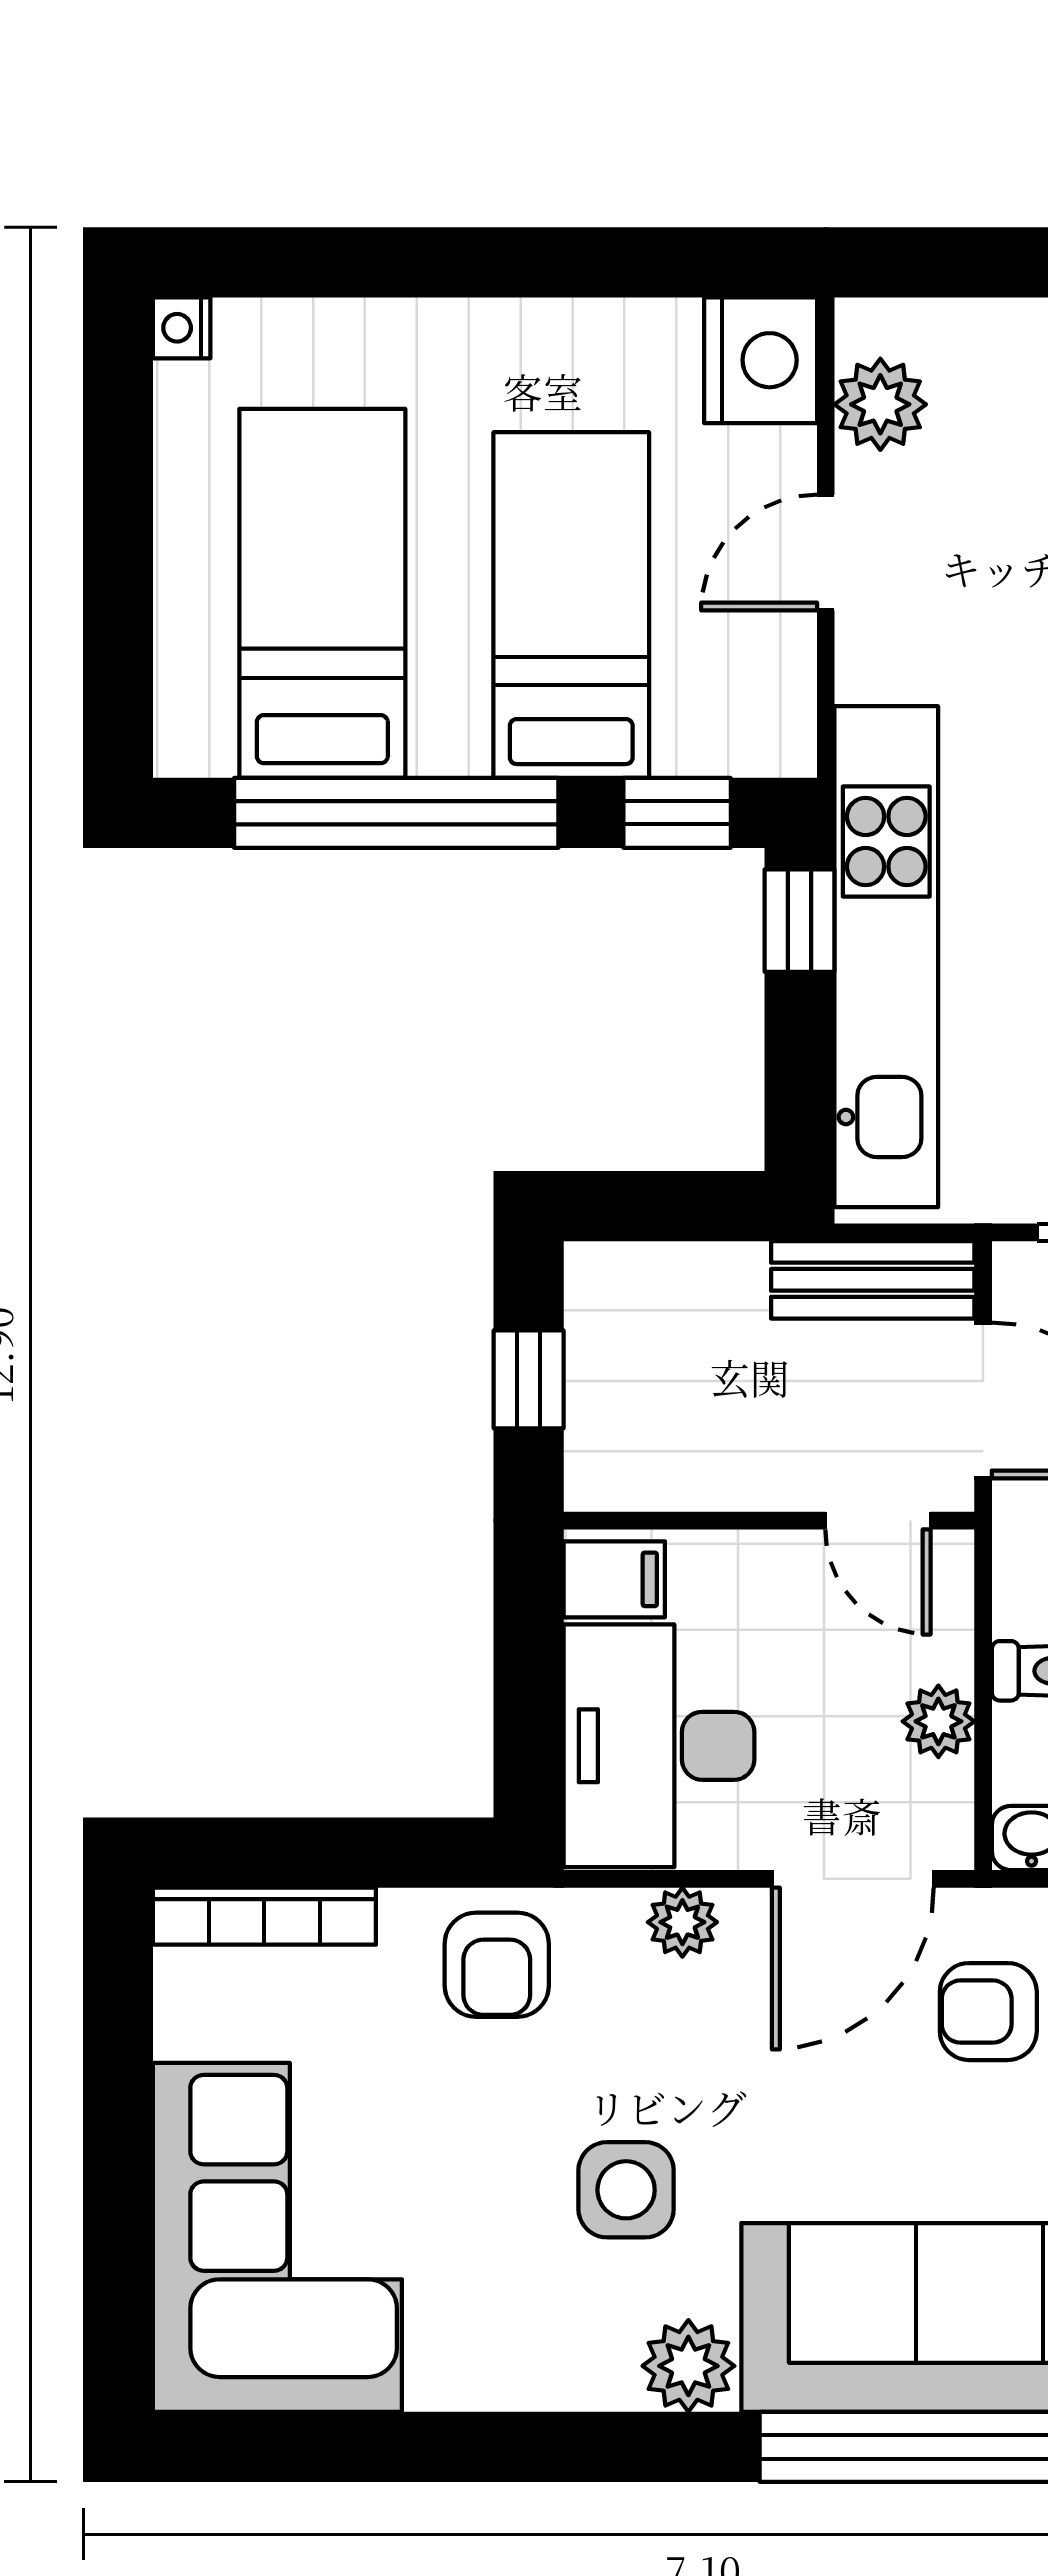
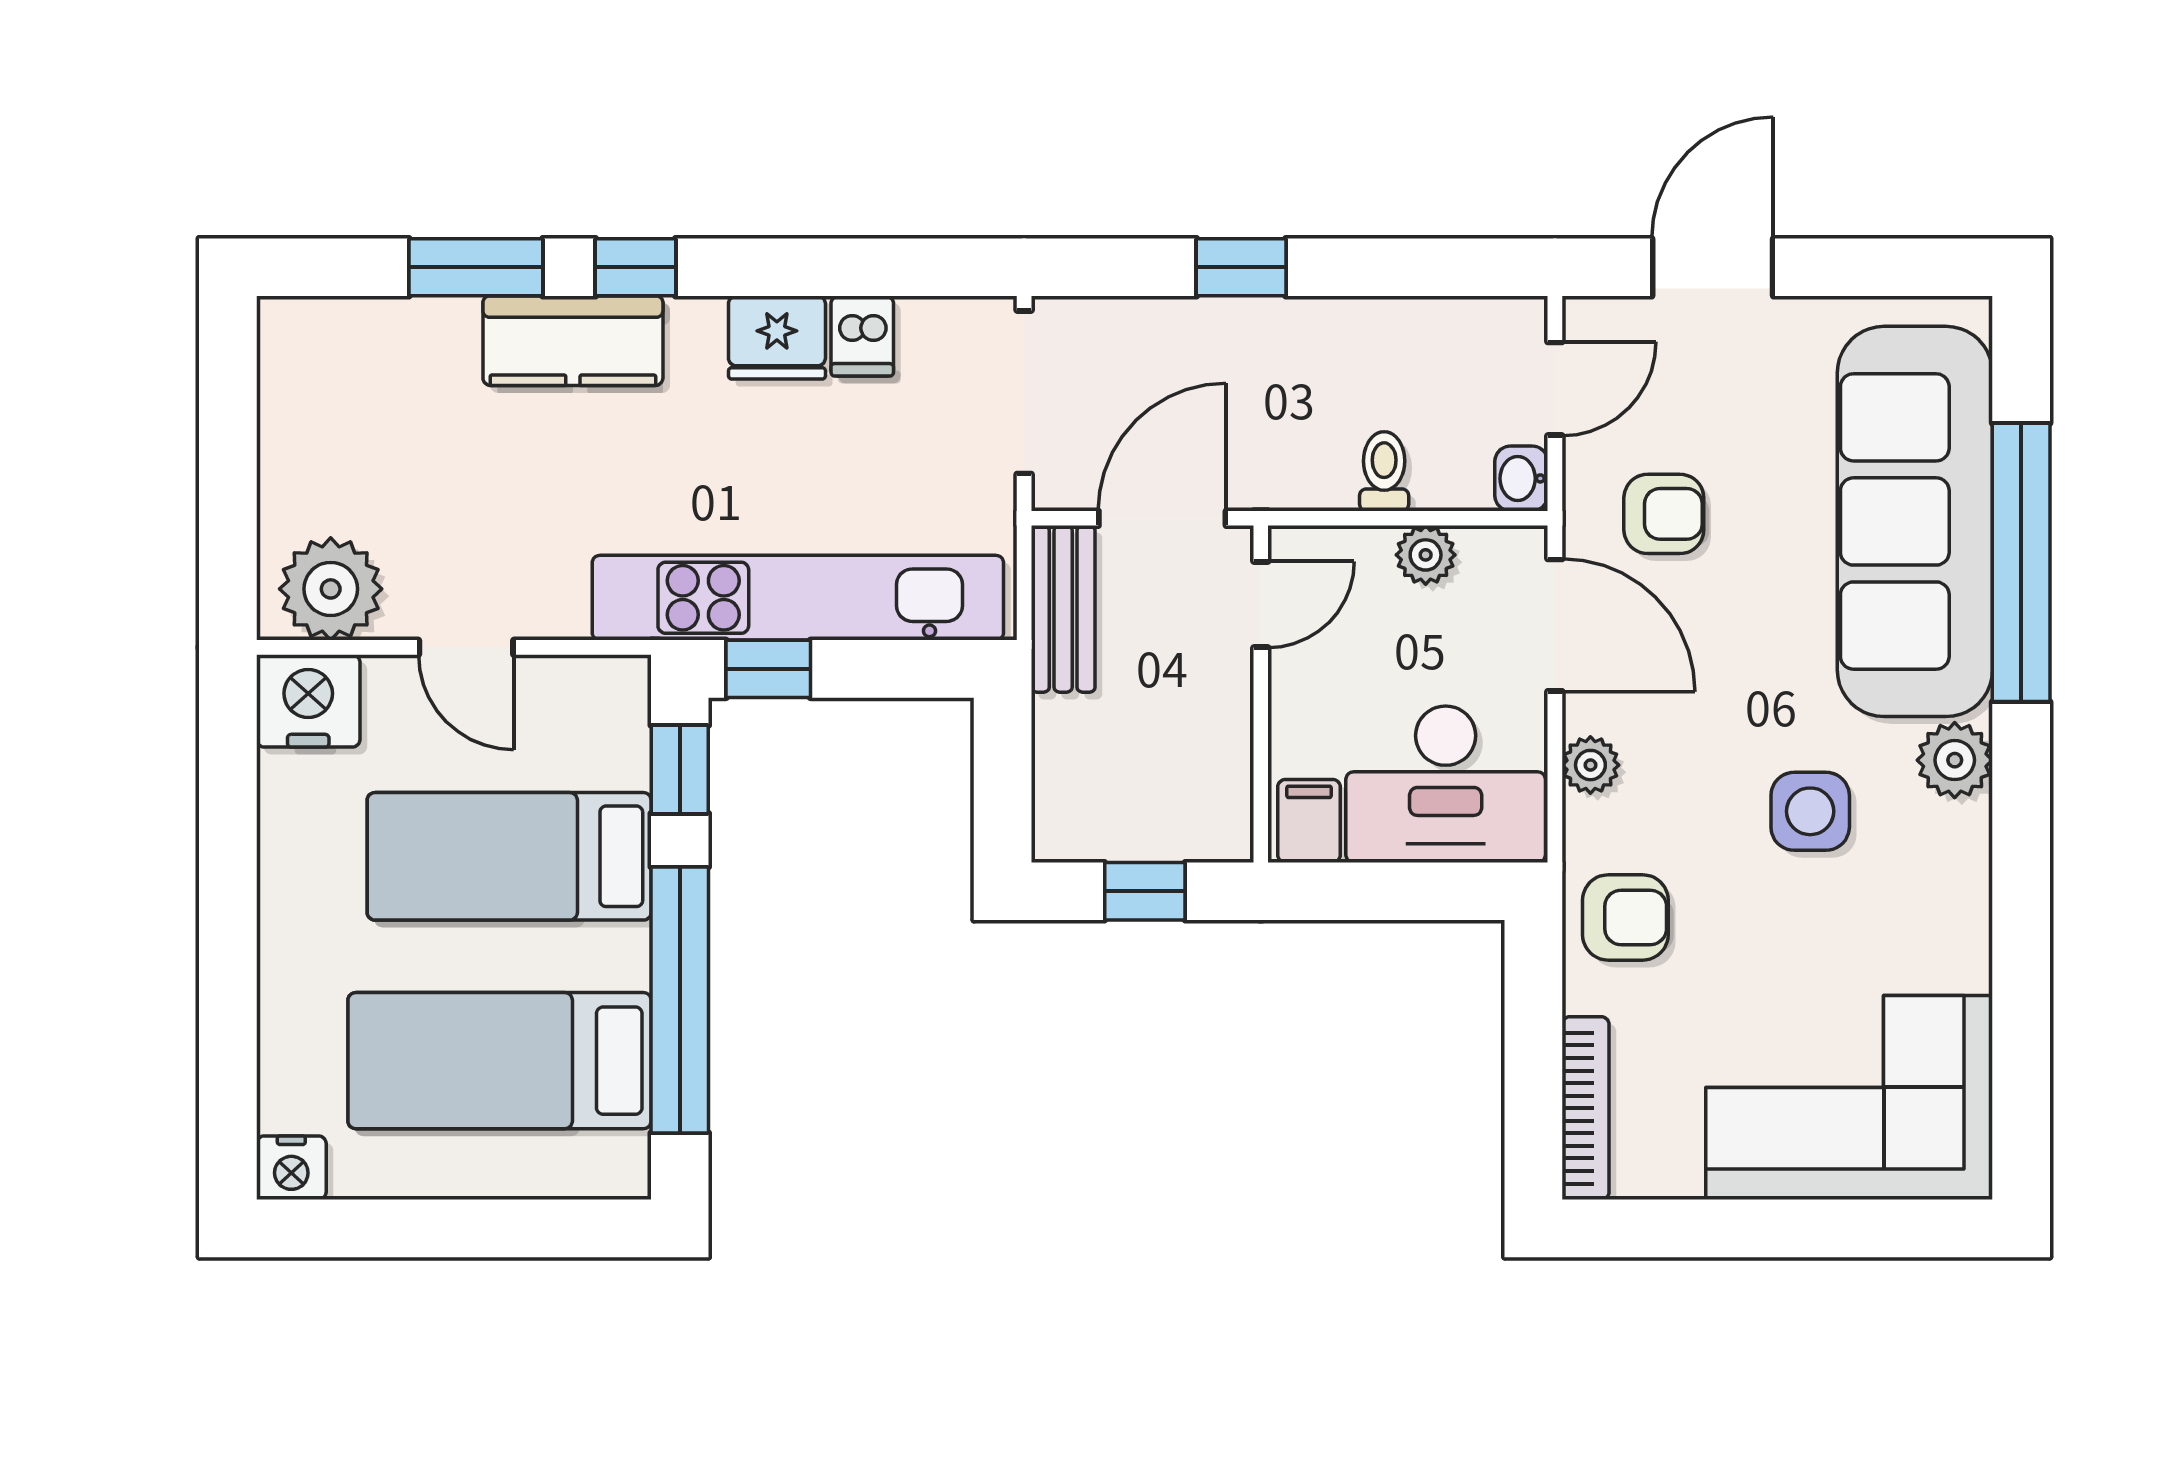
nightstand: (182, 328) -> (291, 1168), width x1.39, depth x1.35
plant: (880, 404) -> (331, 589), width x1.36, depth x1.36
armchair: (988, 2012) -> (1664, 514), turned -90

